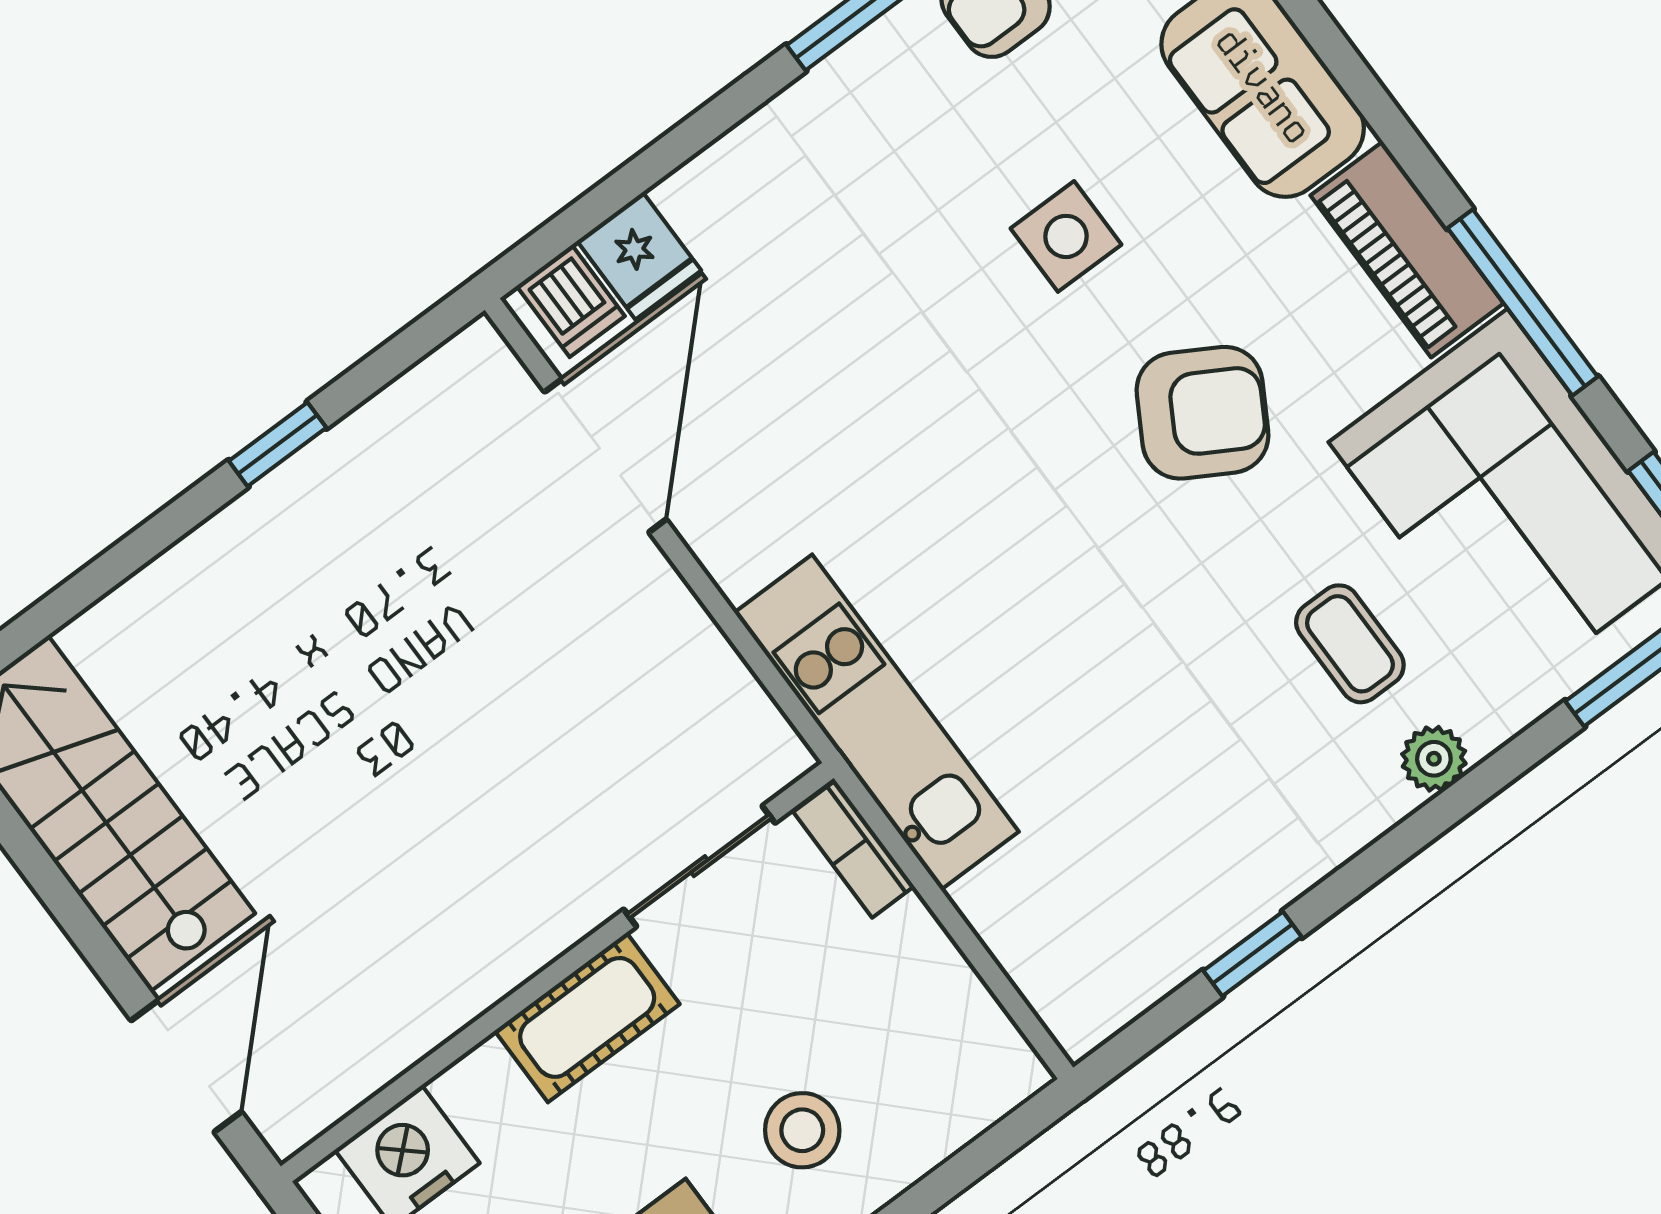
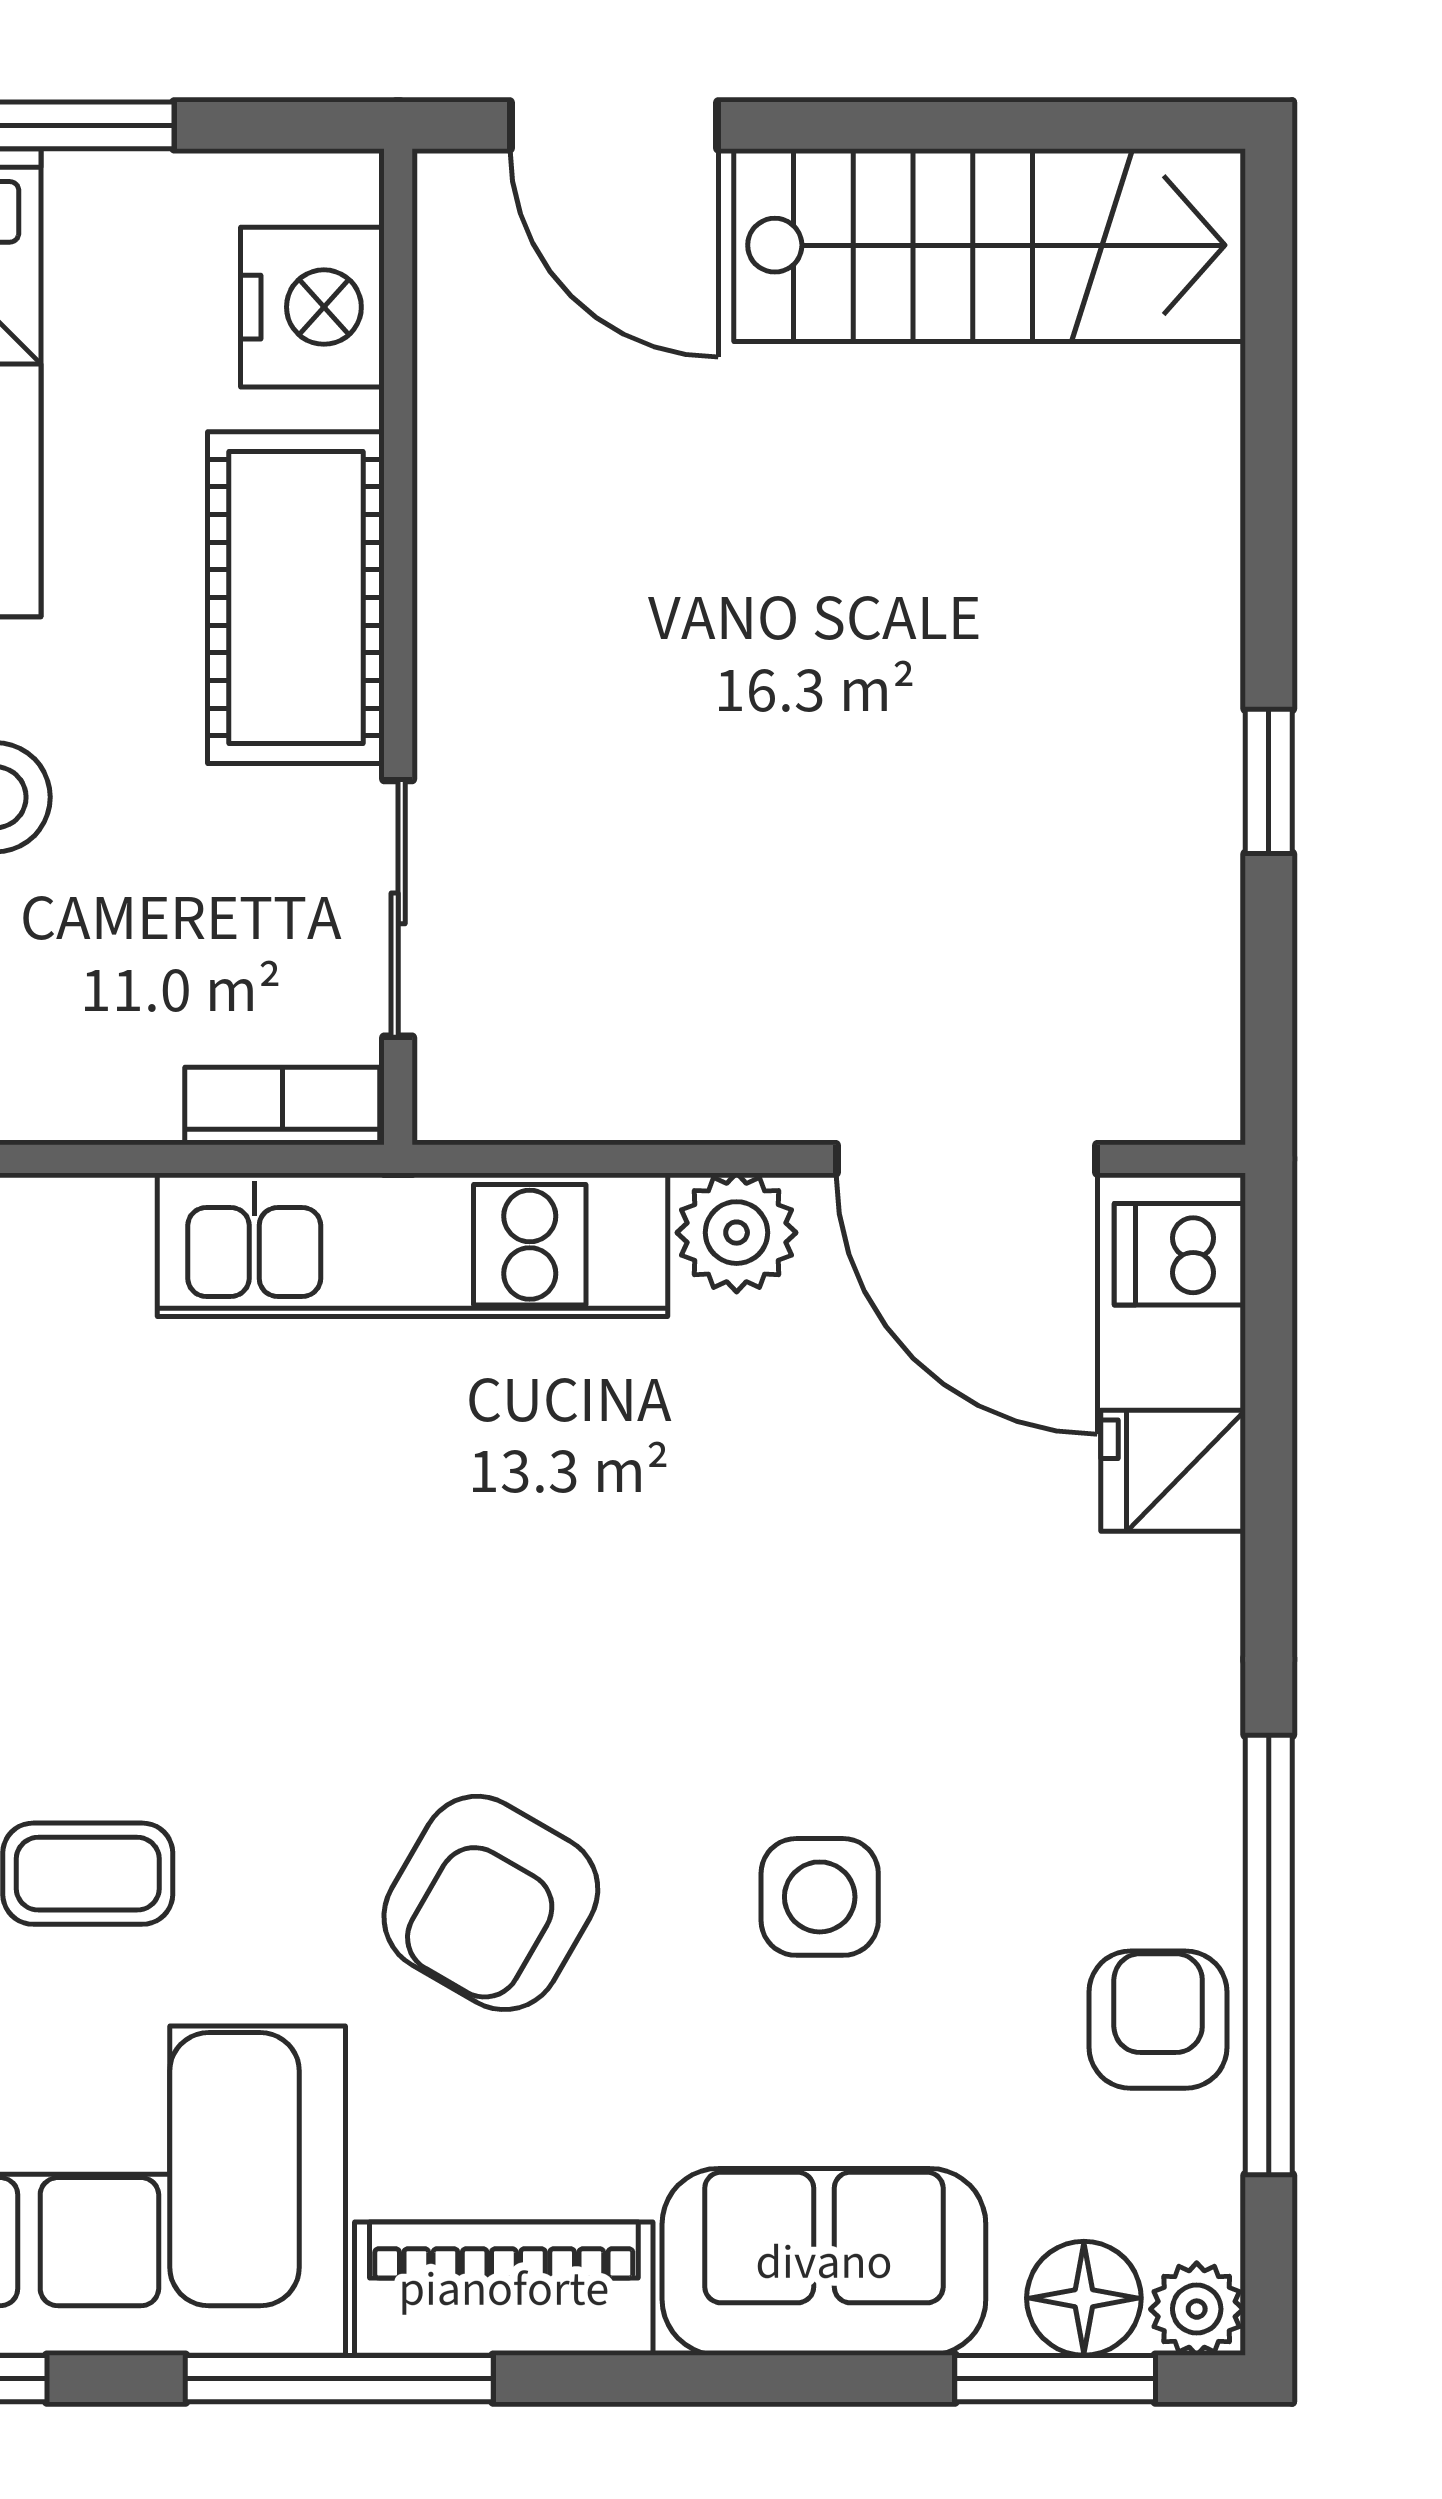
fridge: (639, 256) -> (1173, 1471), moved
plant: (739, 551) -> (737, 1233), added
cot: (587, 1017) -> (296, 598), width x1.37, depth x1.34

